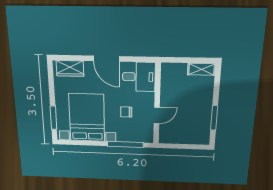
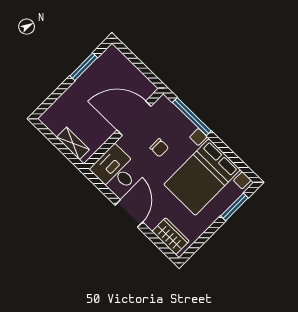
shelving: (202, 69) -> (73, 143), moved
door: (157, 115) -> (134, 118), width x1.88

